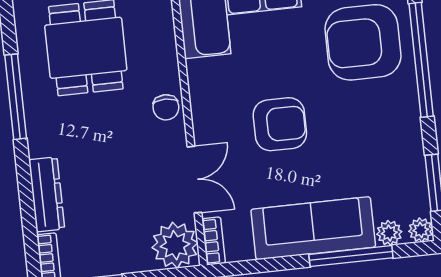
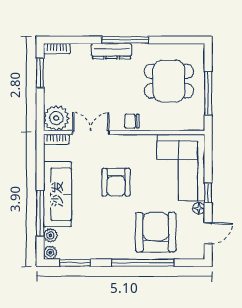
window: (16, 97) -> (125, 40), moved
double door: (195, 180) -> (91, 133), swing flipped
dresser: (47, 194) -> (112, 51), moved

